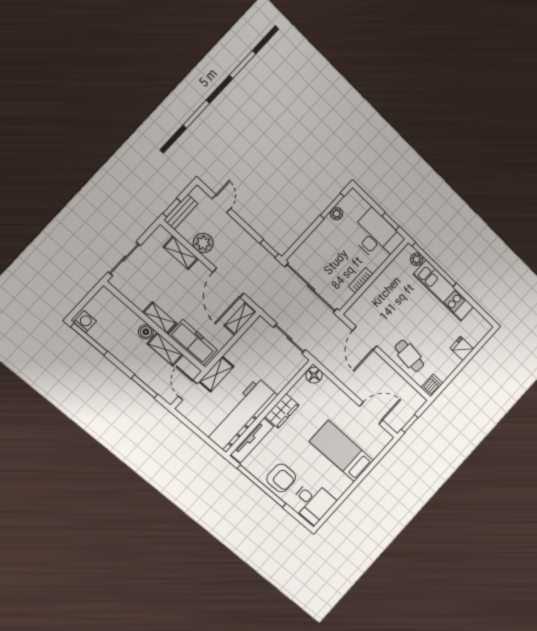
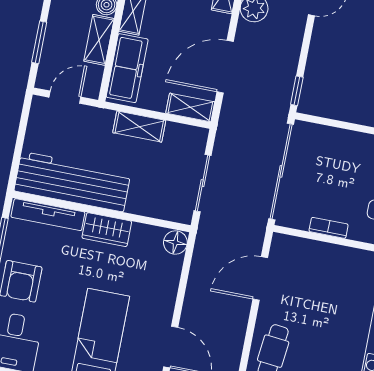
shelving: (216, 374) -> (139, 127), moved

